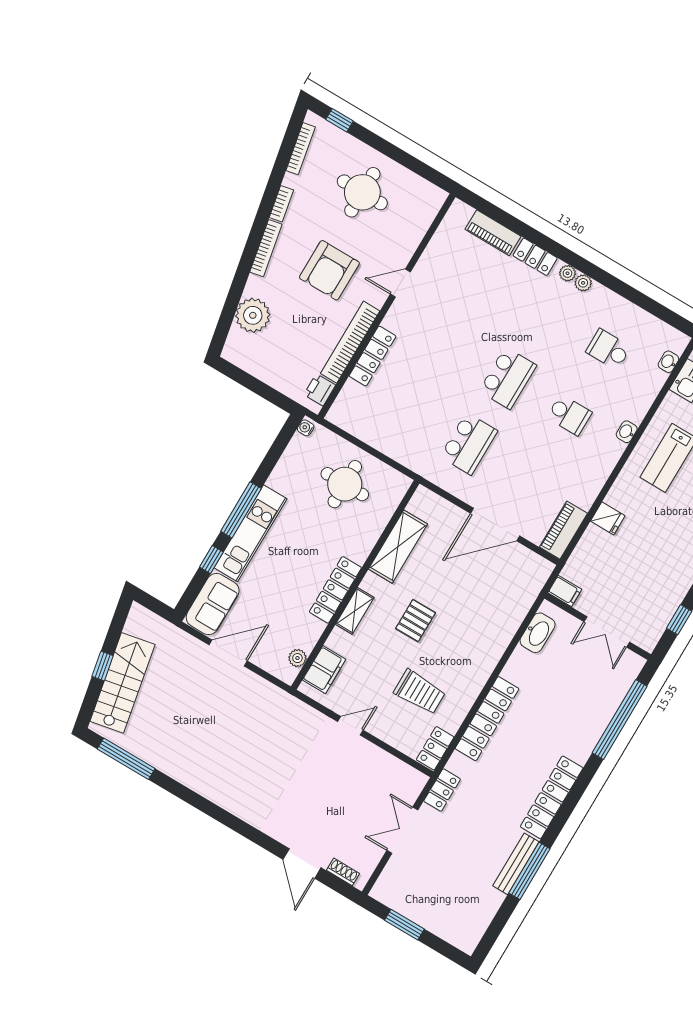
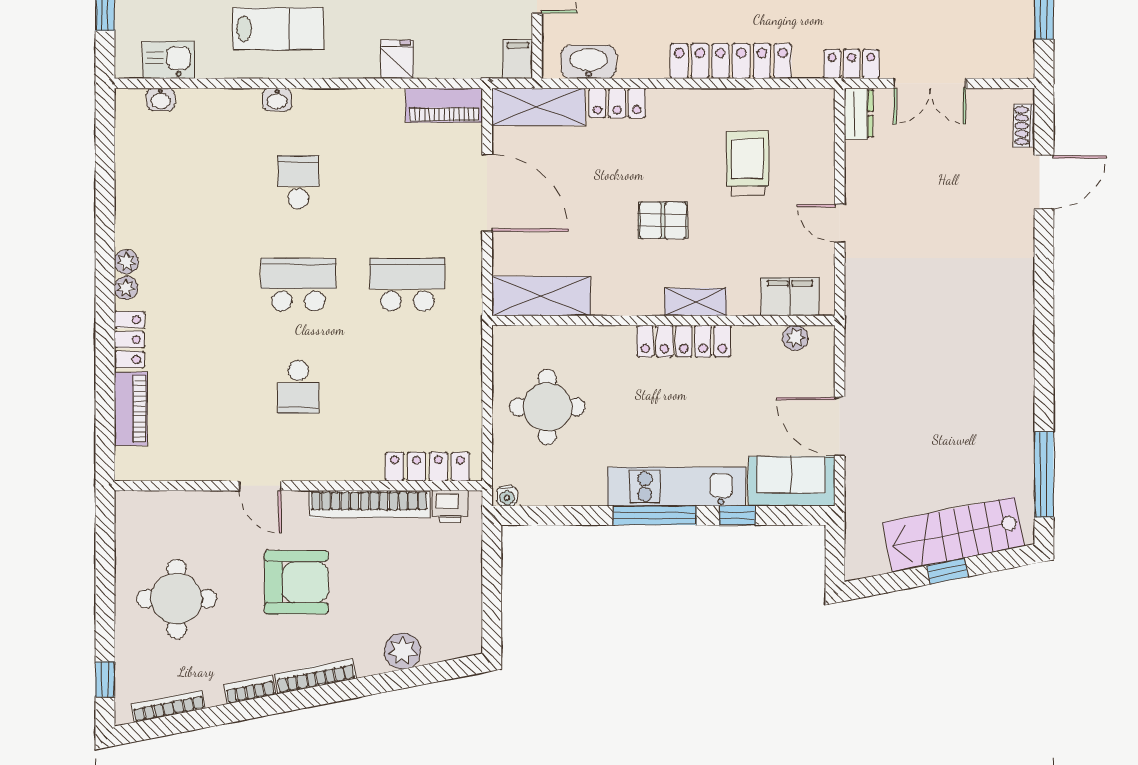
plant: (253, 315) -> (402, 651), width x0.73, depth x0.73
school desk: (608, 349) -> (298, 387), moved
locker: (372, 356) -> (427, 467), moved
shelving: (398, 547) -> (541, 296), moved
shelving: (529, 586) -> (538, 107), added
locker: (435, 748) -> (617, 103), moved
dresser: (410, 777) -> (859, 114), added

